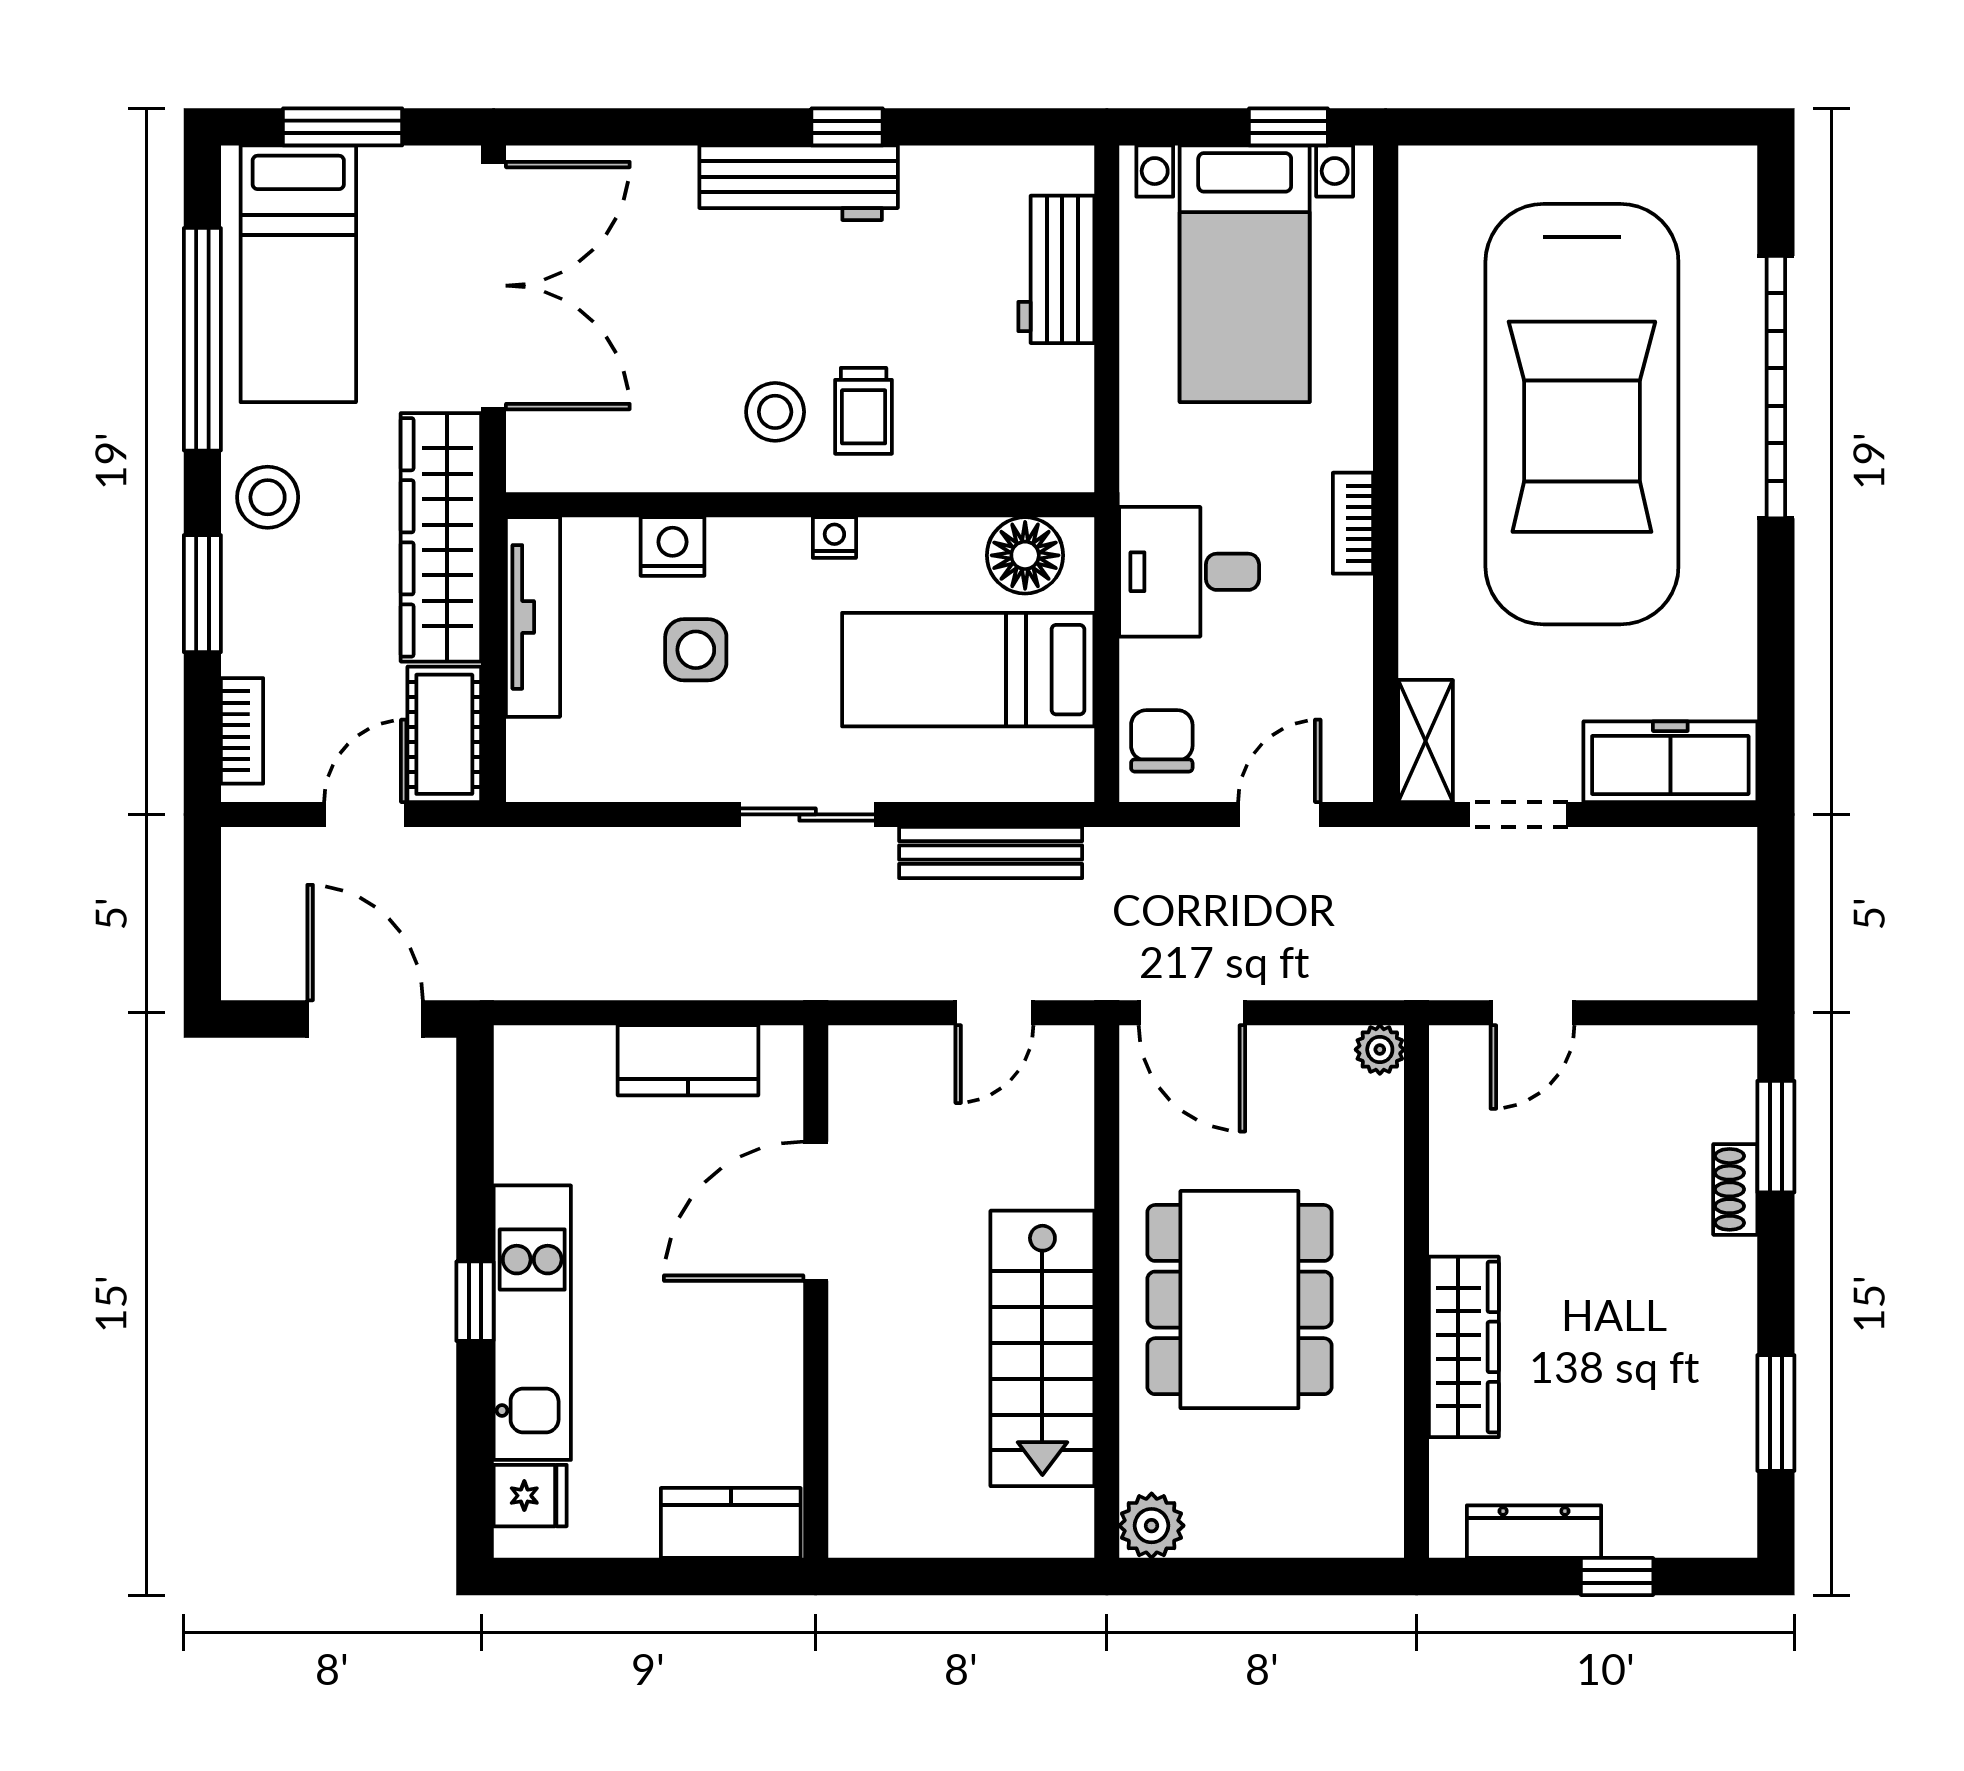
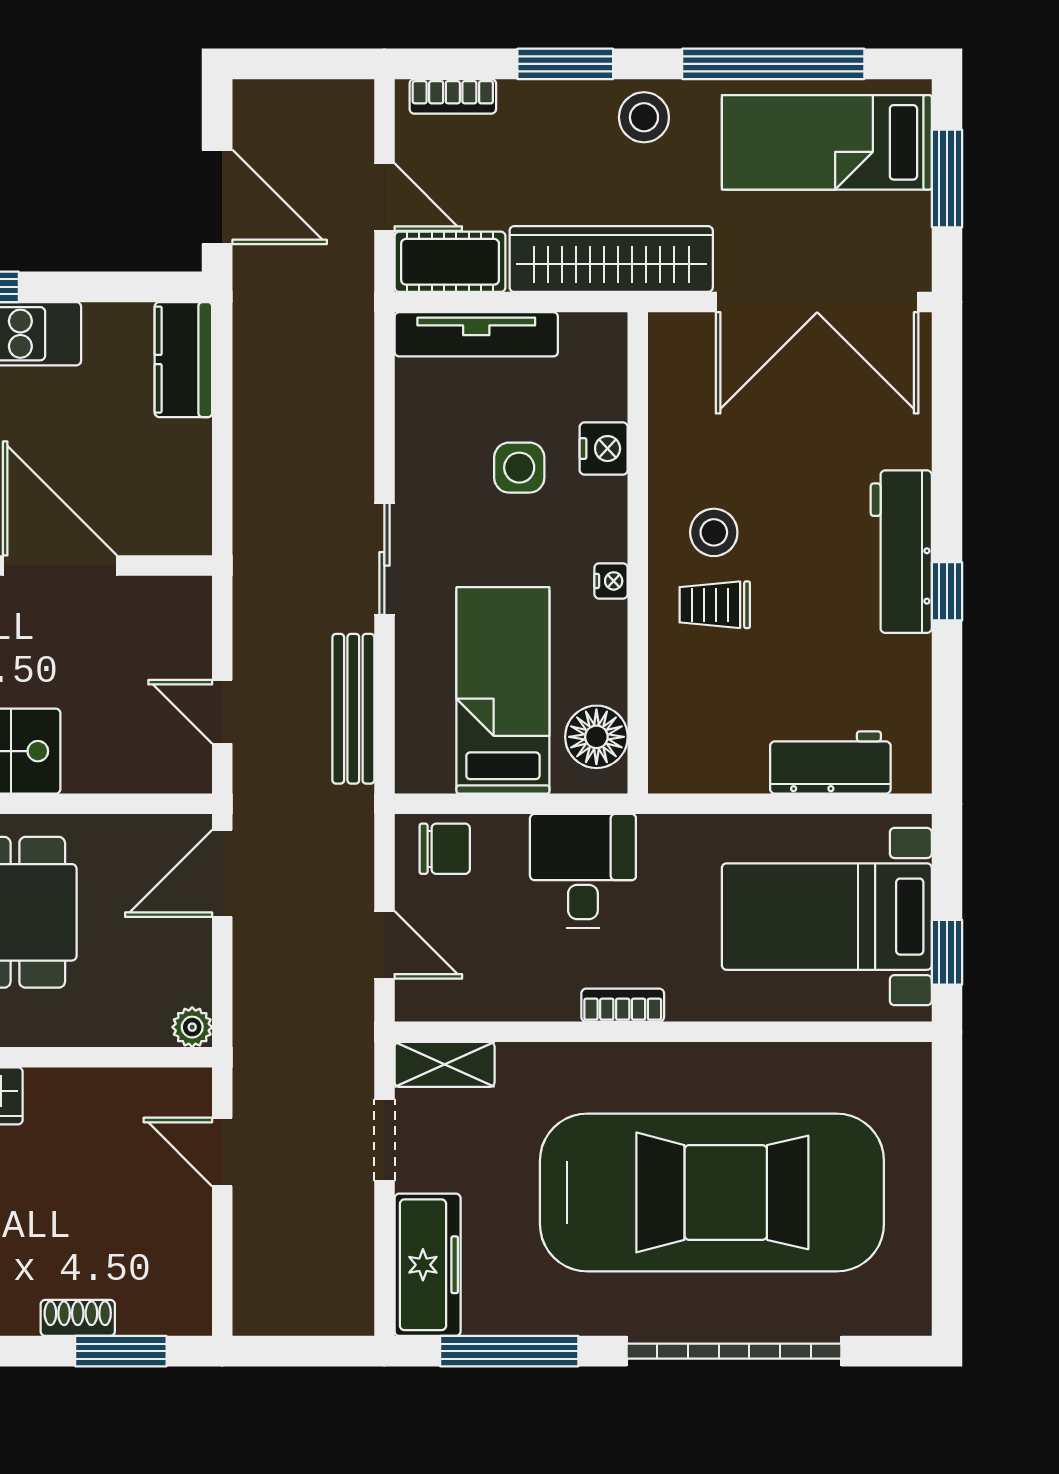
car: (1582, 414) -> (712, 1192), turned 180
tv unit: (533, 617) -> (476, 334), moved
window: (1776, 662) -> (509, 1351), added
door: (365, 1019) -> (217, 197), hinge flipped
kitchen counter: (688, 1060) -> (183, 360), moved

